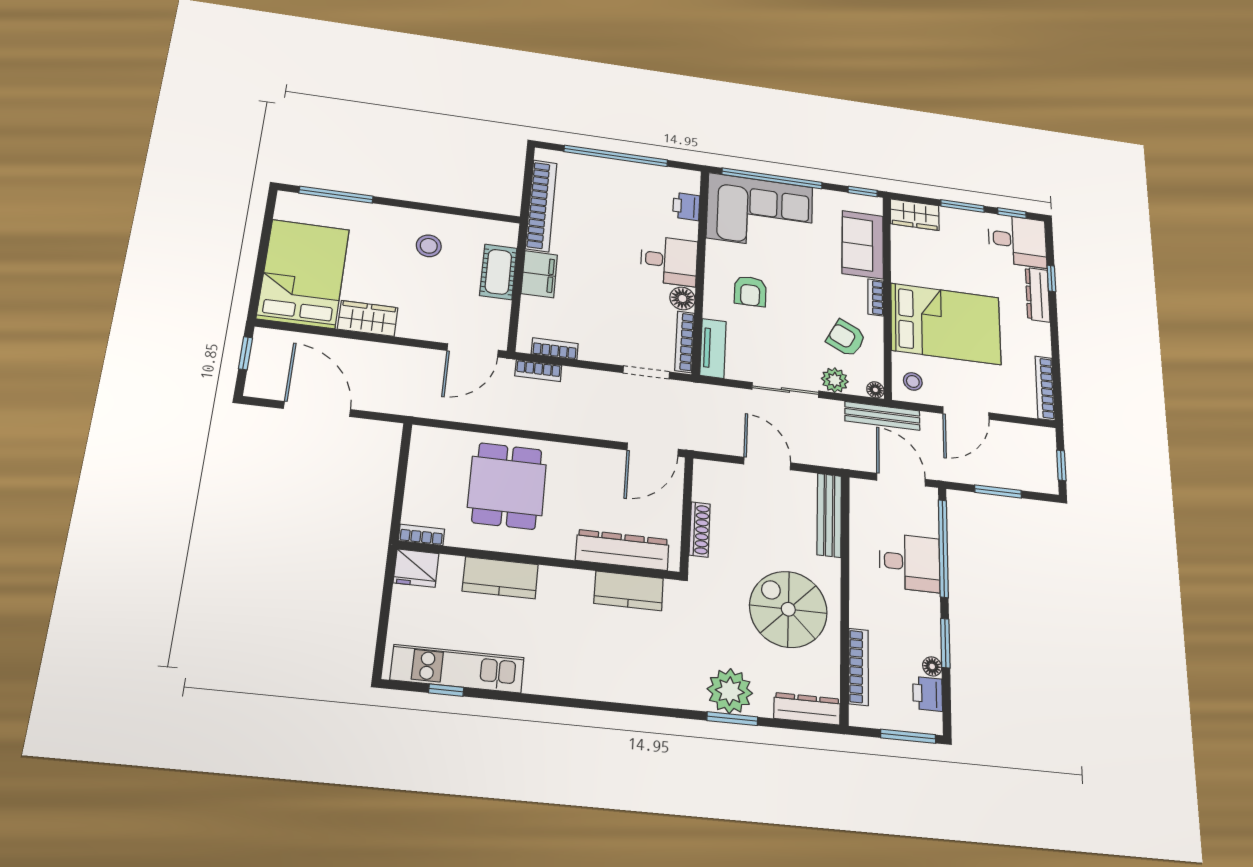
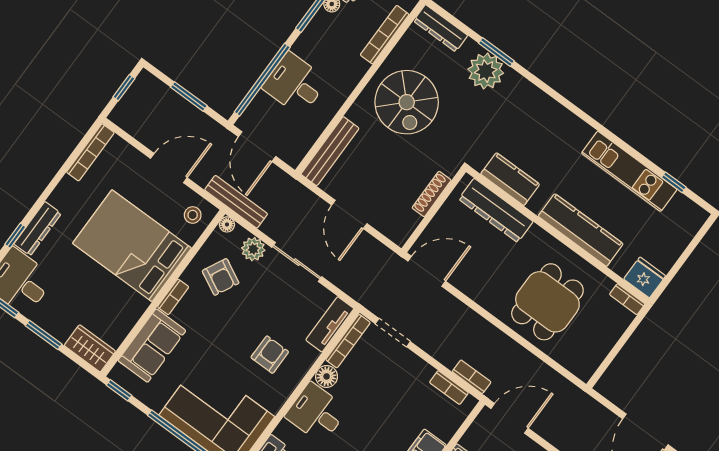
kitchen counter: (500, 578) -> (581, 230), width x1.50
kitchen unit: (457, 669) -> (629, 171), moved

